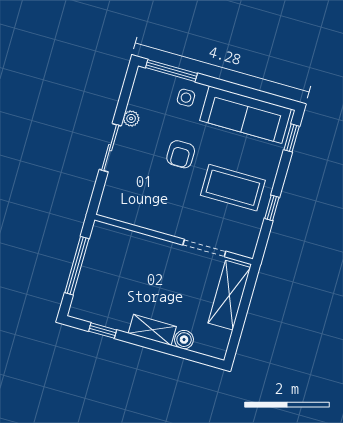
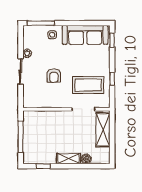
armchair: (181, 154) -> (54, 76), moved
coffee table: (233, 188) -> (88, 85), moved

